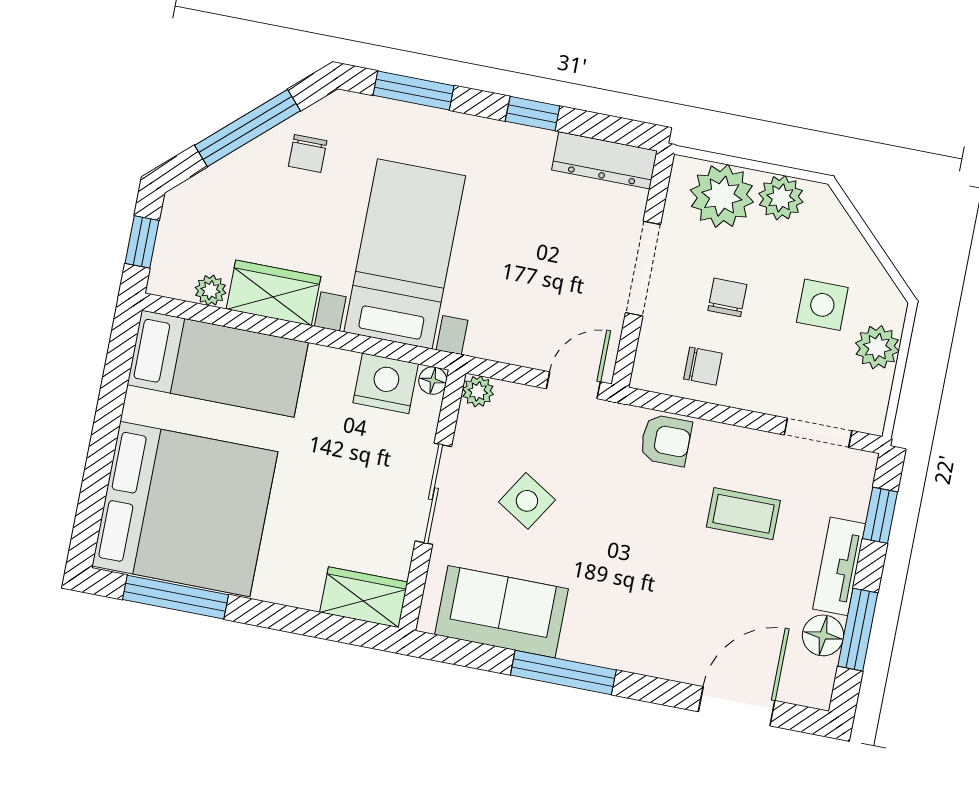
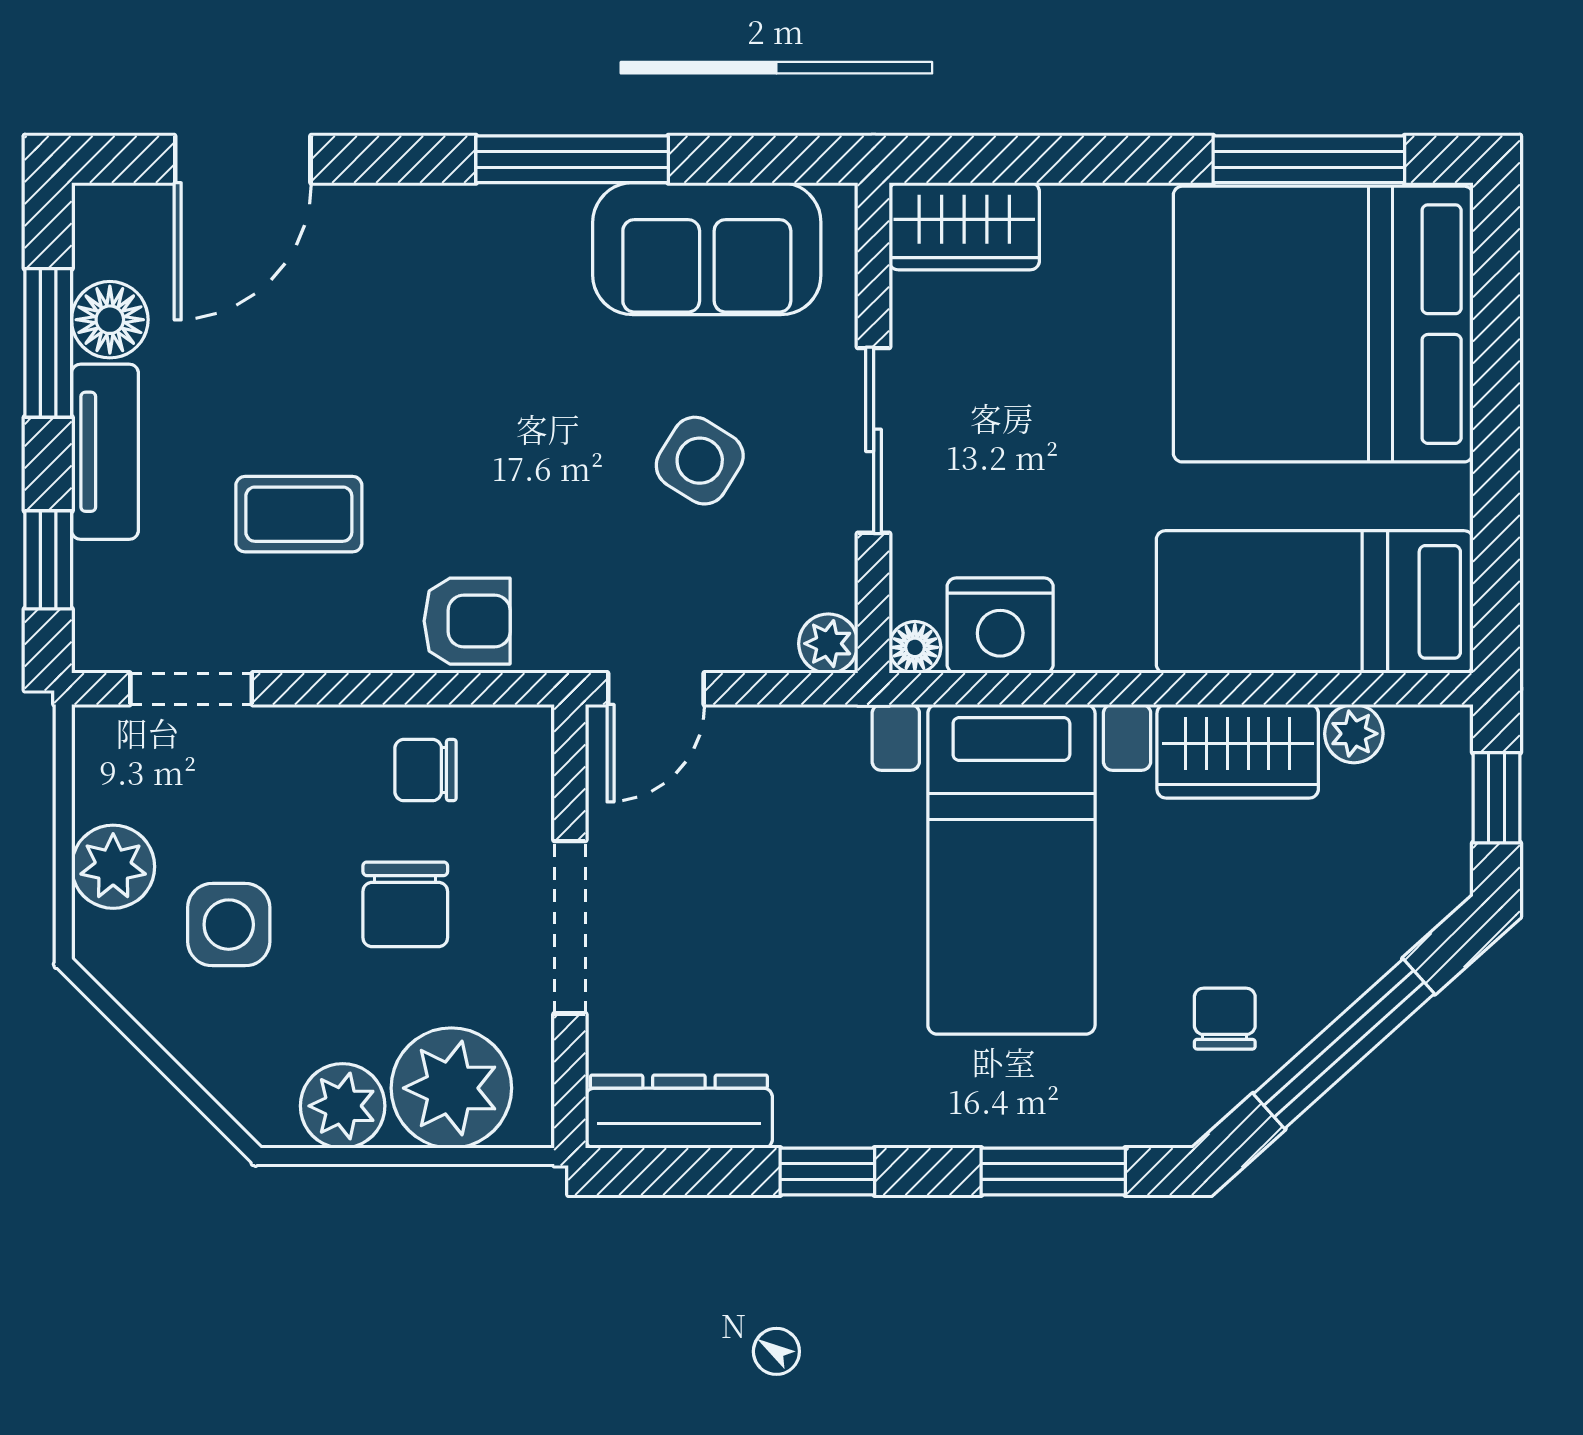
chair: (727, 297) -> (405, 904), width x1.37, depth x1.37
armchair: (666, 440) -> (467, 621), turned 180

